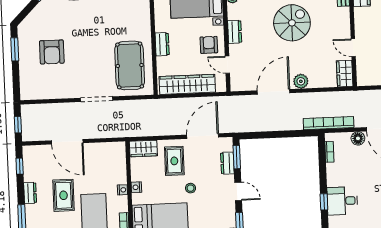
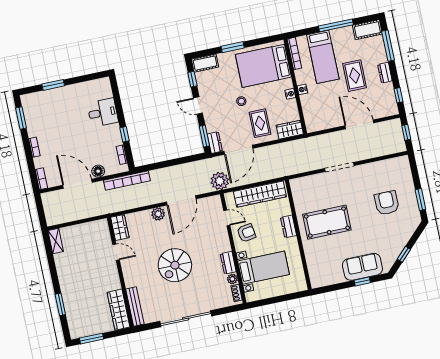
dresser: (235, 32) -> (228, 263), moved
armchair: (209, 45) -> (246, 233), turned -99
pool table: (130, 65) -> (327, 222), moved, turned 90
plant: (228, 106) -> (220, 181), added
dresser: (227, 163) -> (215, 143), moved
window: (324, 202) -> (124, 134), moved

